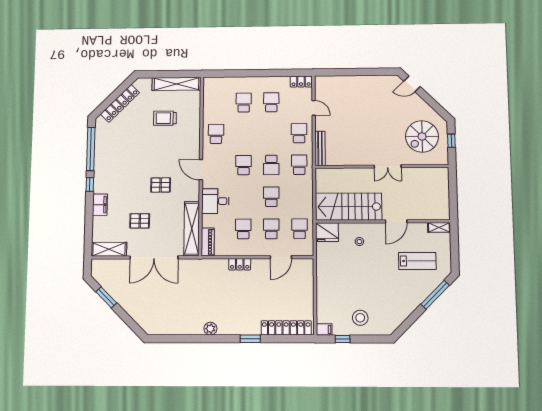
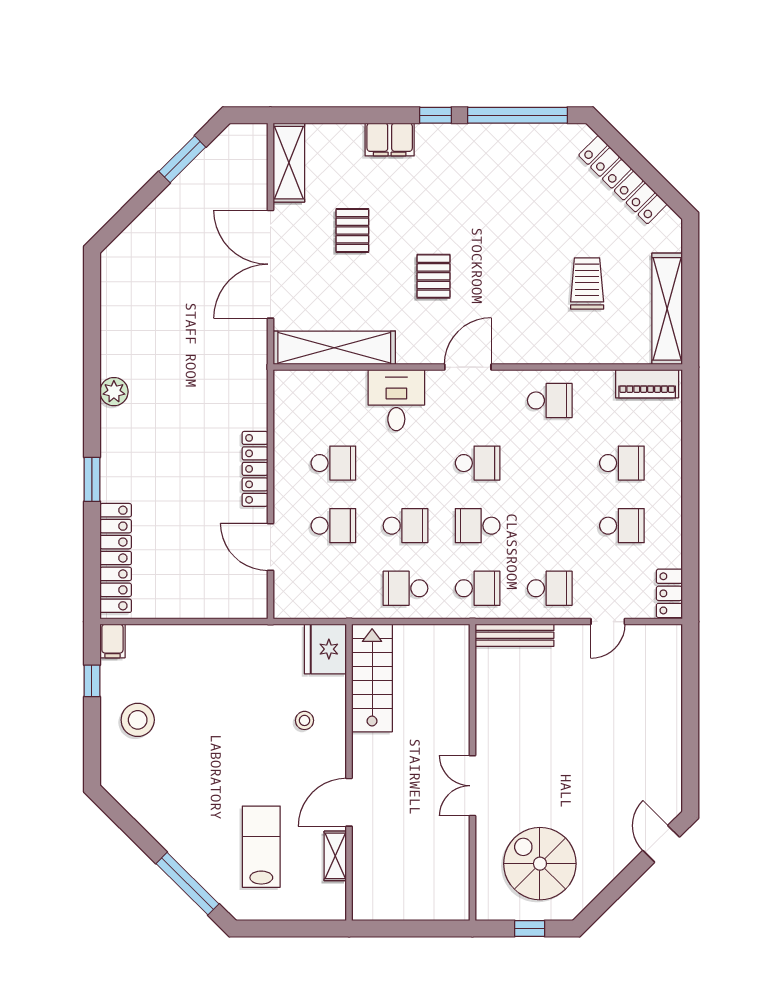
stairs: (349, 207) -> (372, 678), width x0.73, depth x0.66
door: (396, 221) -> (349, 802), hinge flipped
shelving: (439, 227) -> (335, 856), moved
school desk: (299, 229) -> (406, 588), moved, turned 180
piano: (208, 242) -> (647, 384), moved
lab bench: (417, 261) -> (261, 847), turned 180
locker: (240, 264) -> (255, 469), width x1.53

